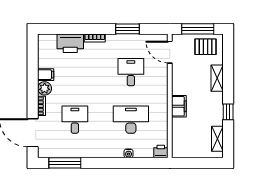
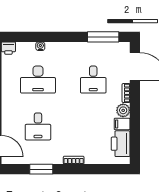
printer: (70, 43) -> (121, 144), moved, turned -90

